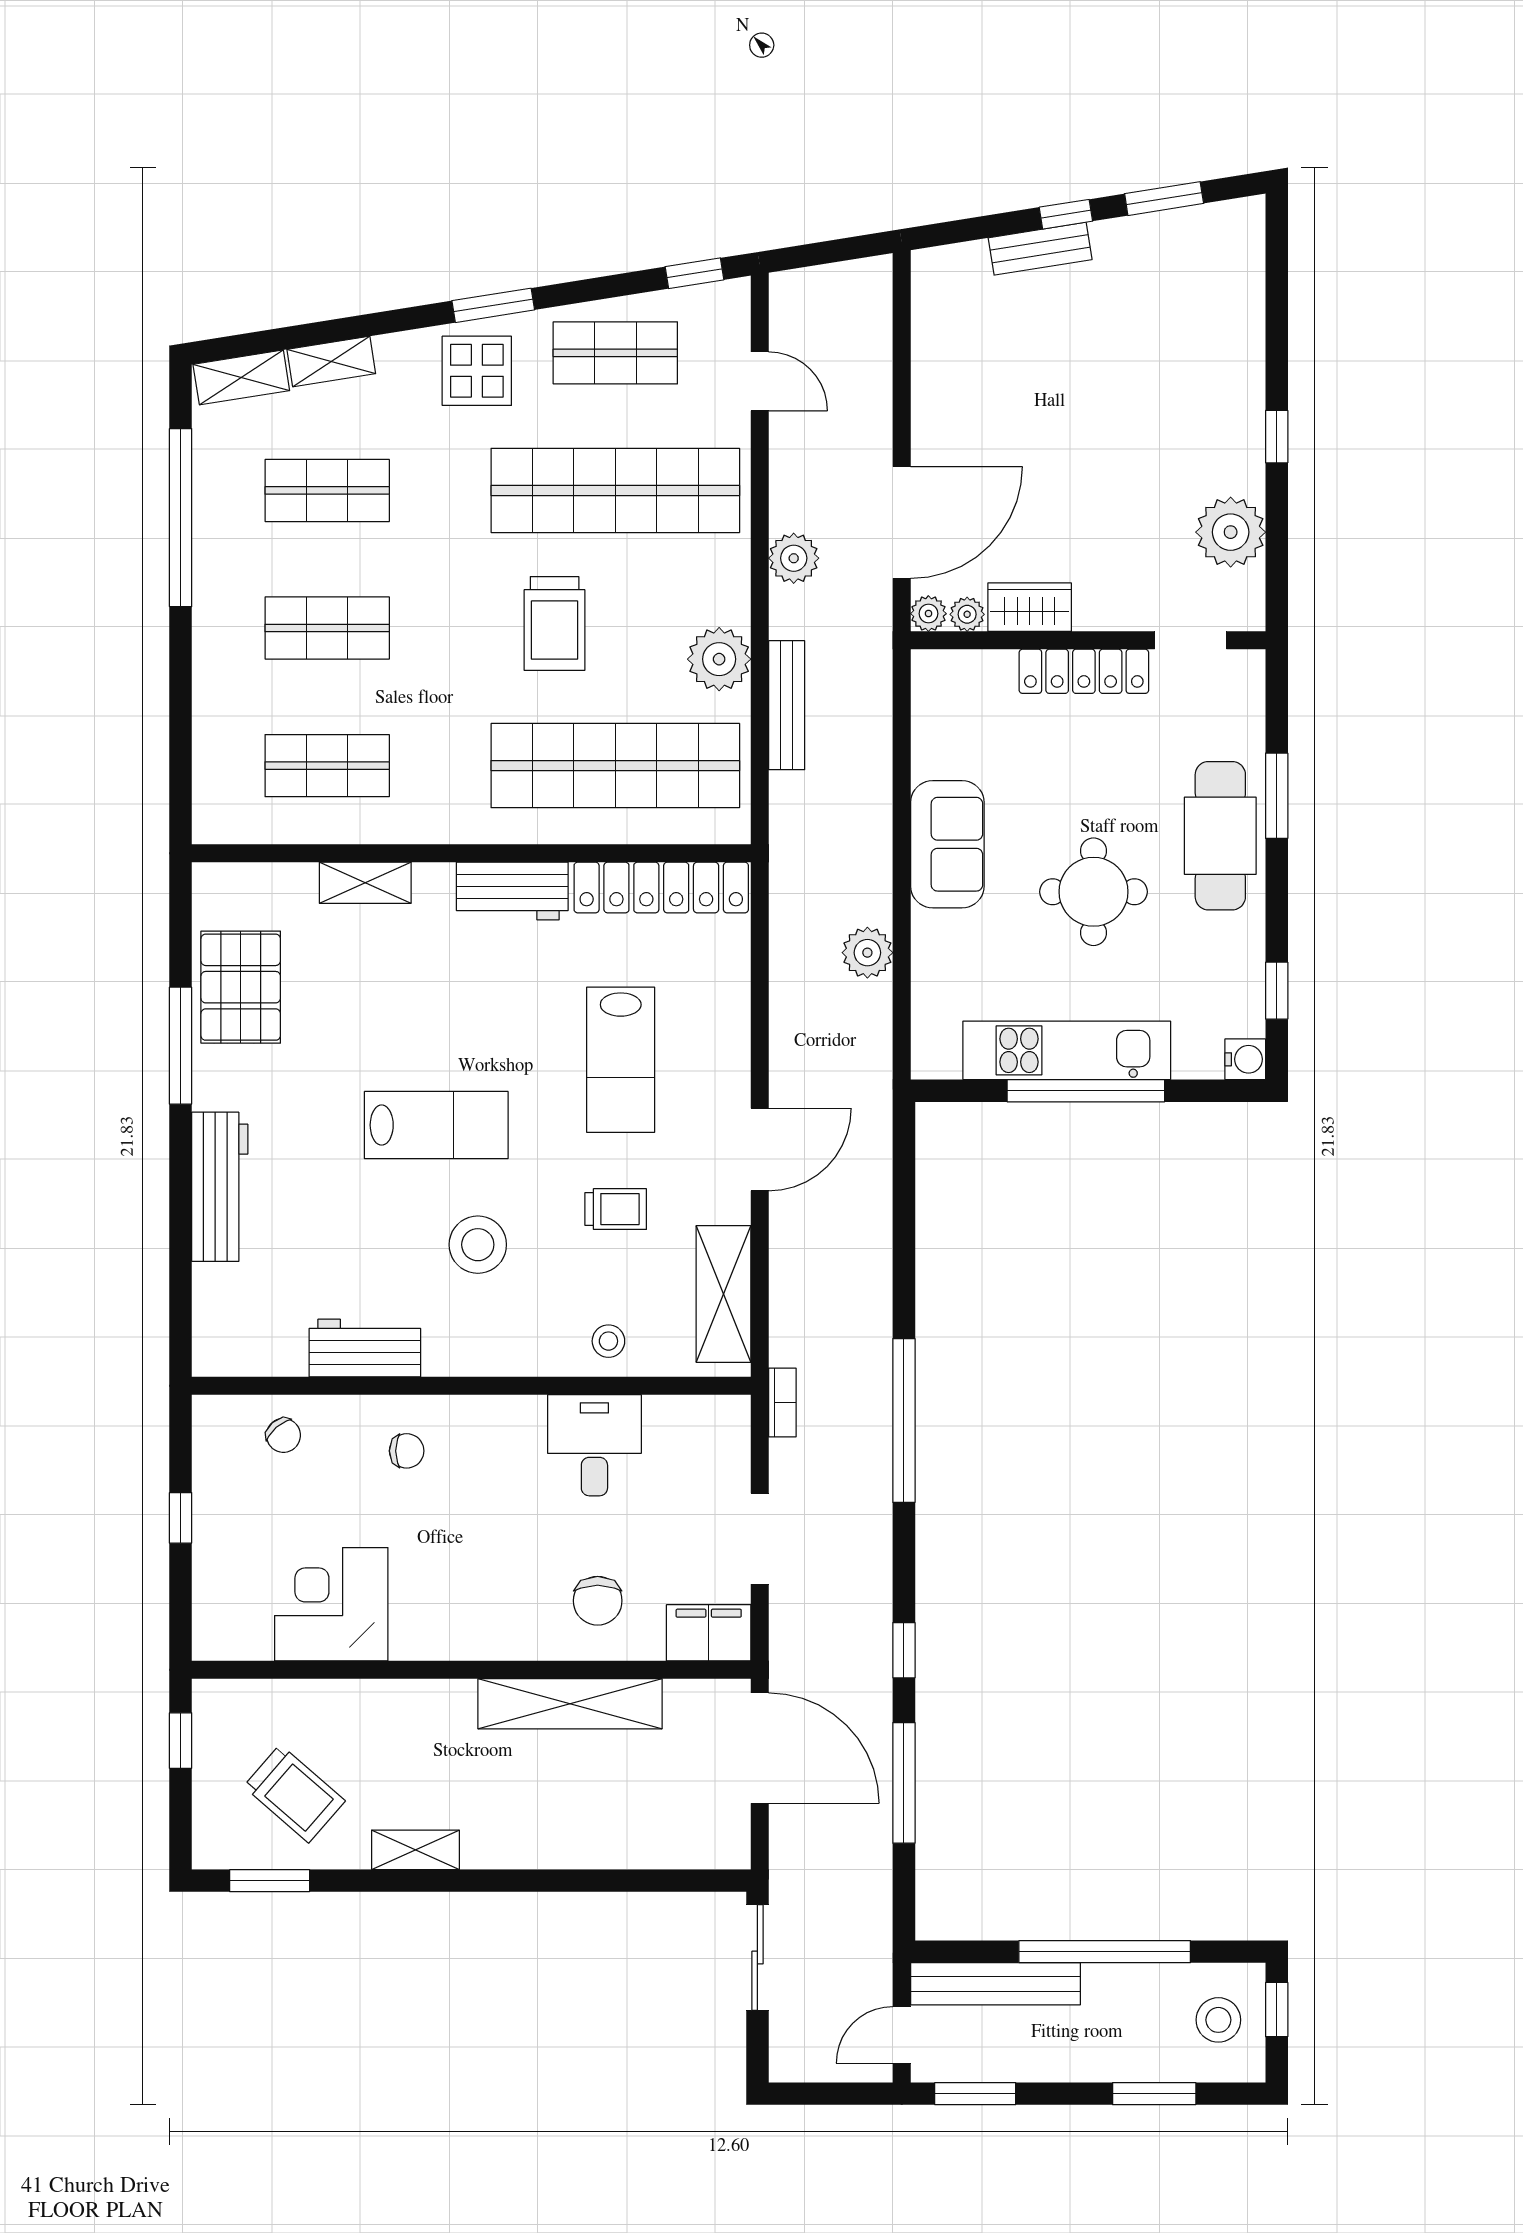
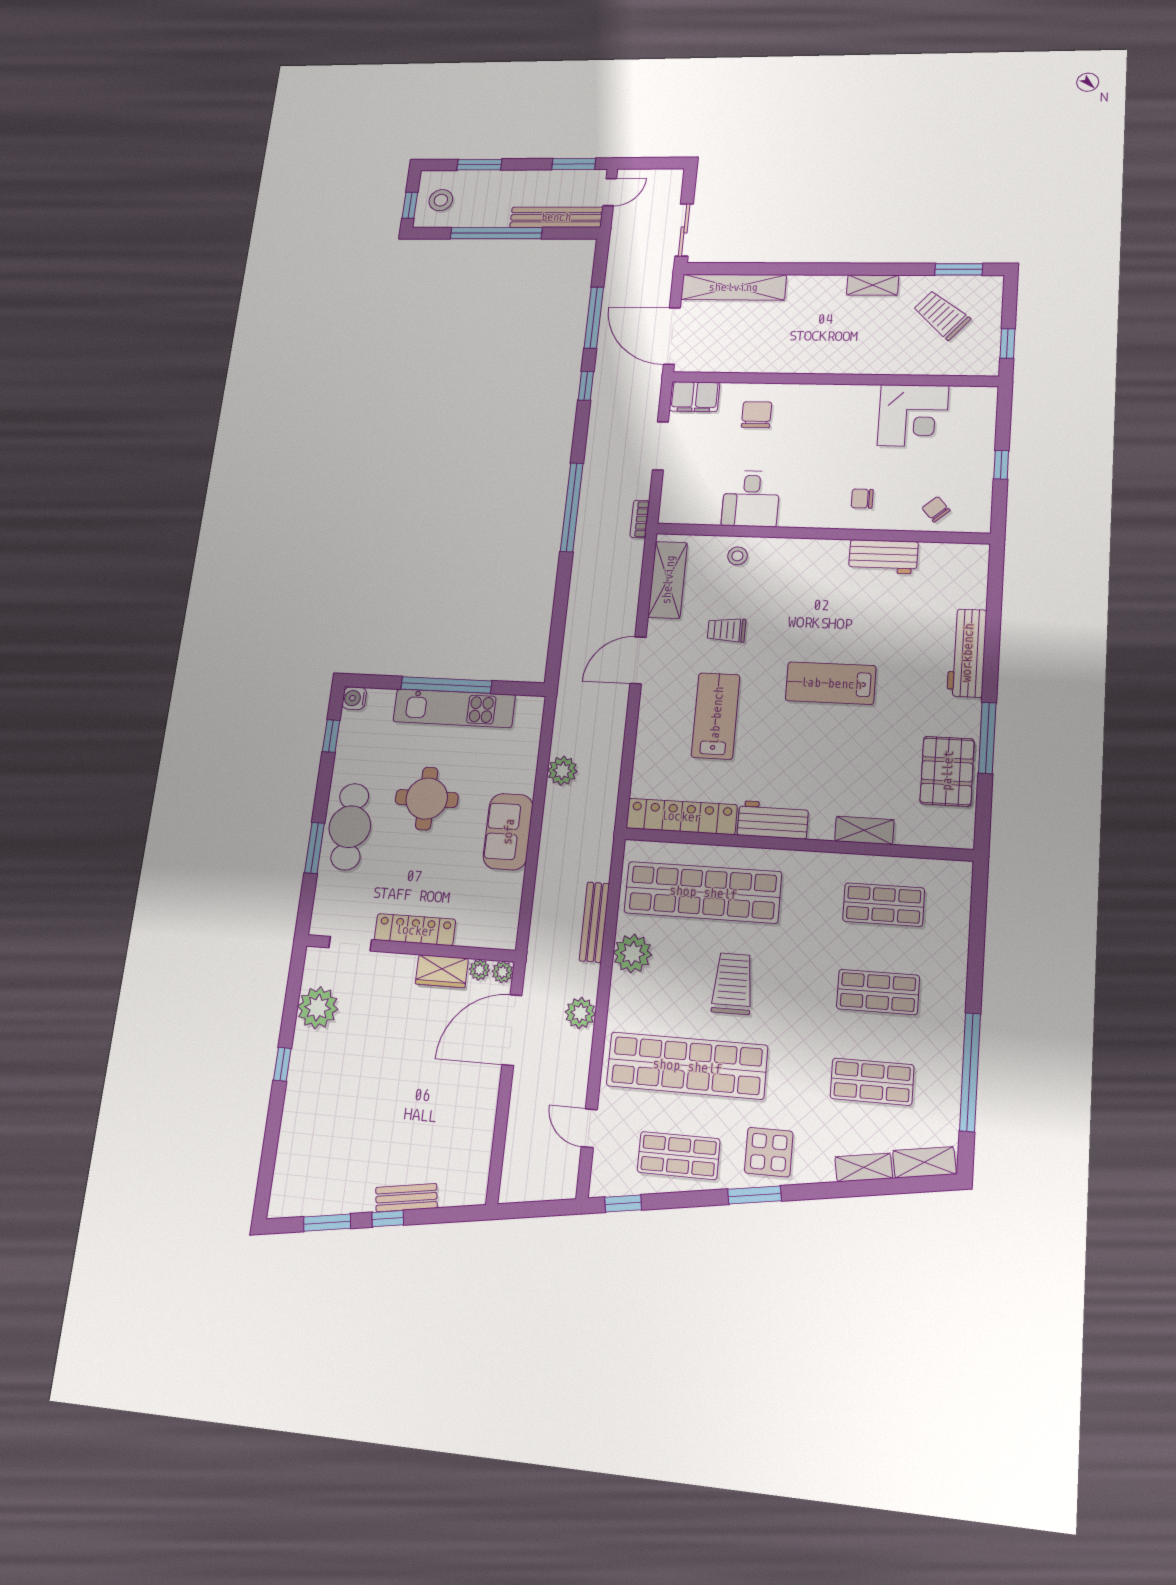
stool: (478, 1245) -> (811, 613), removed
shelving: (570, 1704) -> (733, 287), moved

